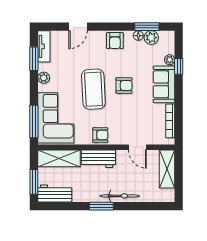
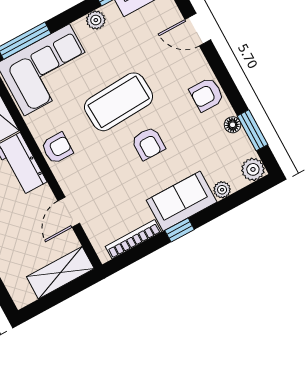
plant: (151, 38) -> (253, 169), moved
window: (179, 66) -> (180, 230), moved
armchair: (100, 135) -> (57, 148), turned -90

